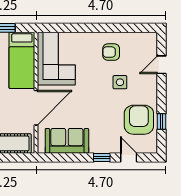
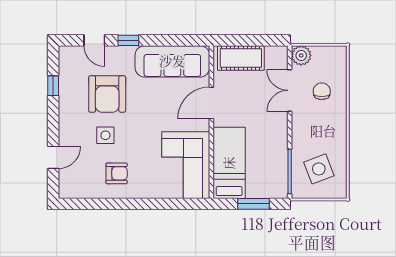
door: (36, 108) -> (211, 103), width x0.73
armchair: (139, 120) -> (107, 94), moved
sofa: (67, 141) -> (172, 61), width x1.36

